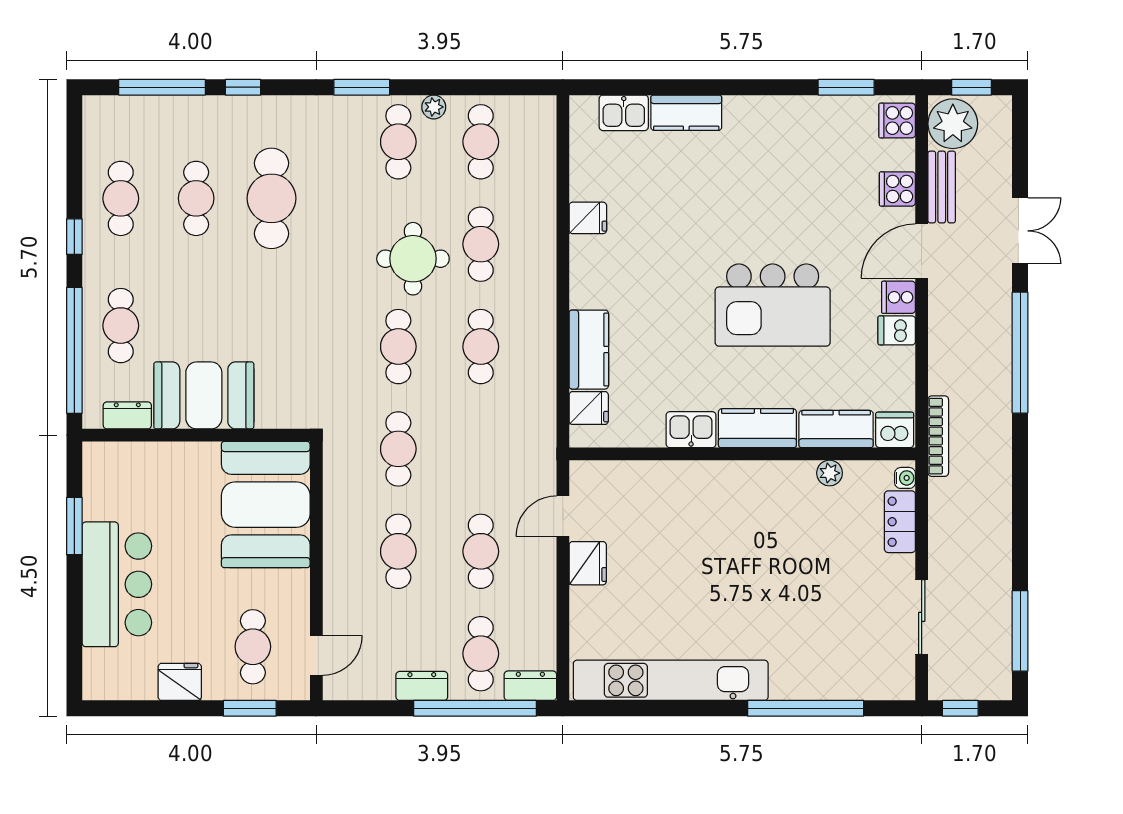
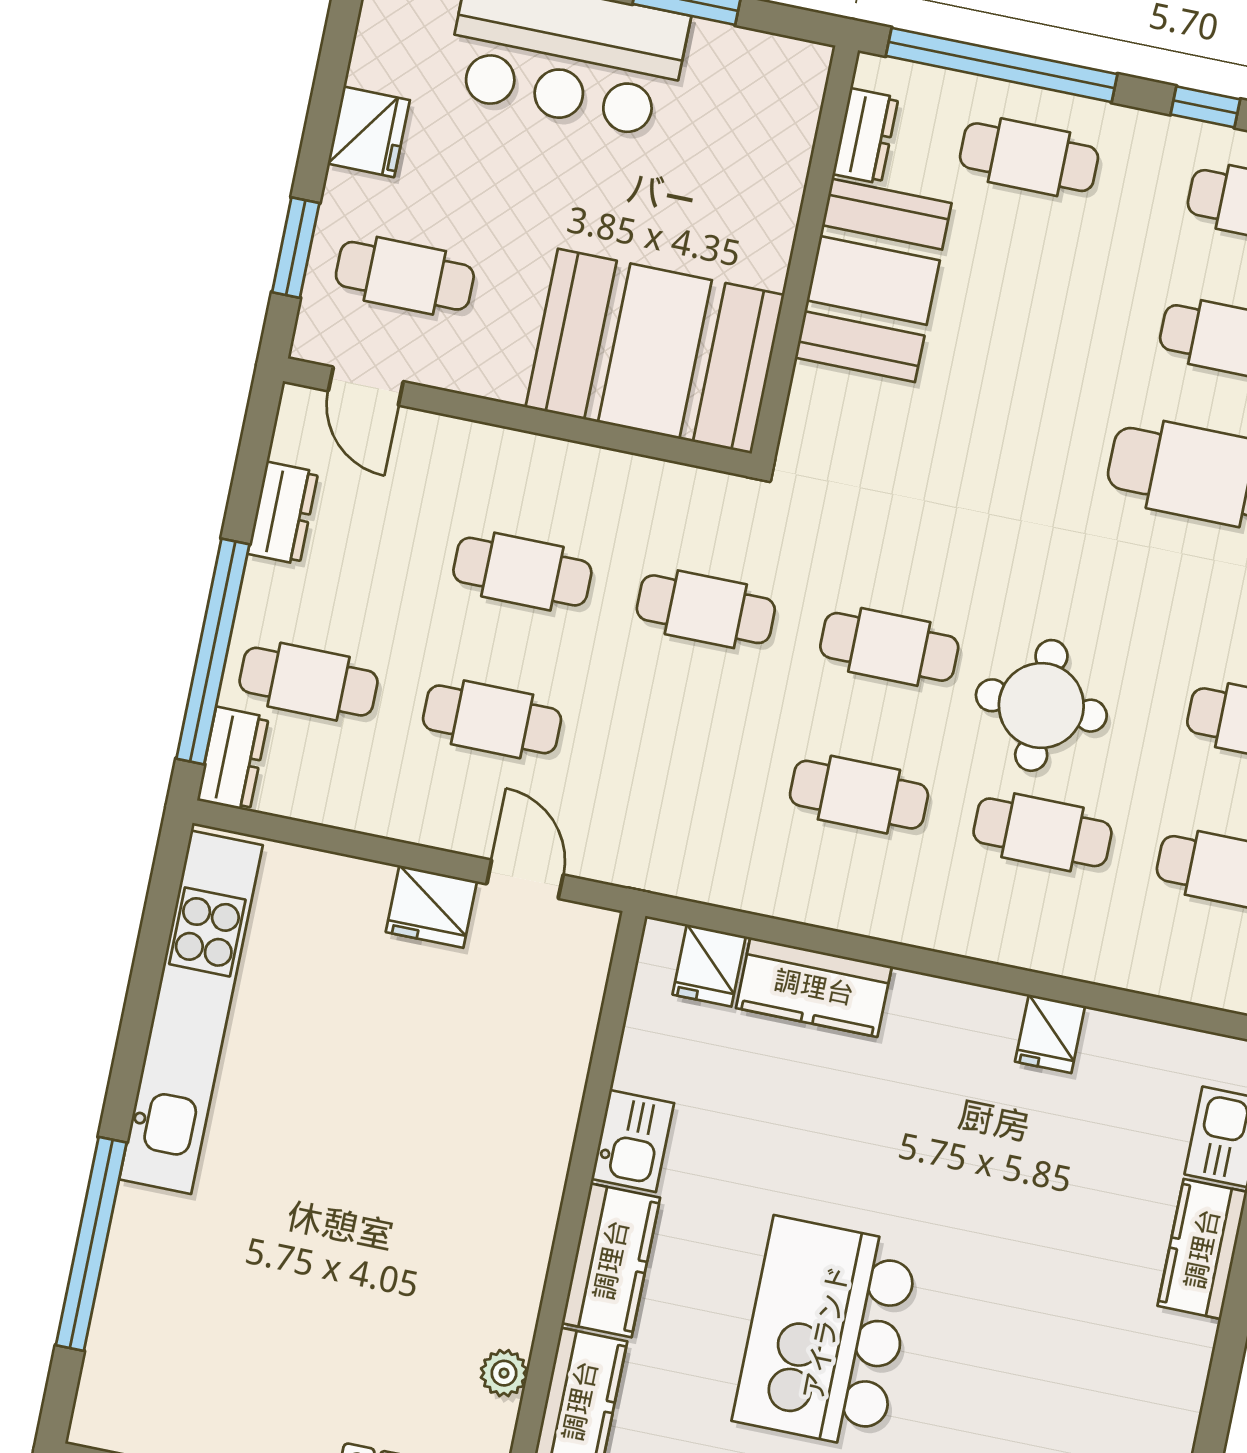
dresser: (422, 686) -> (283, 513), moved

